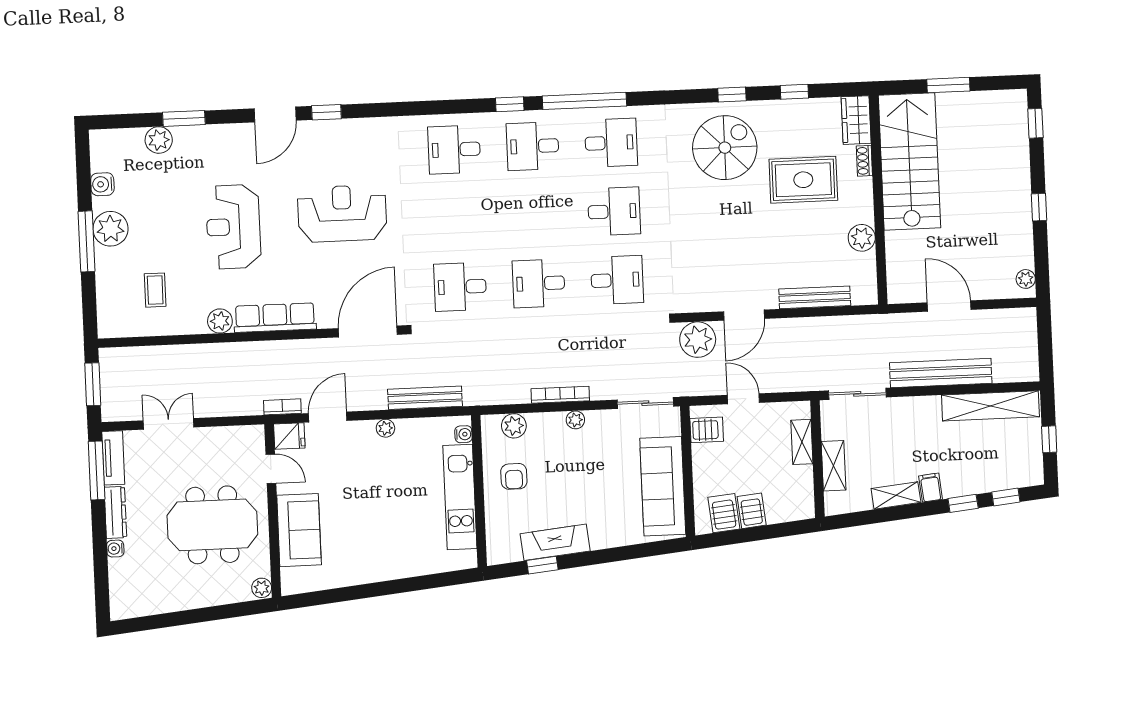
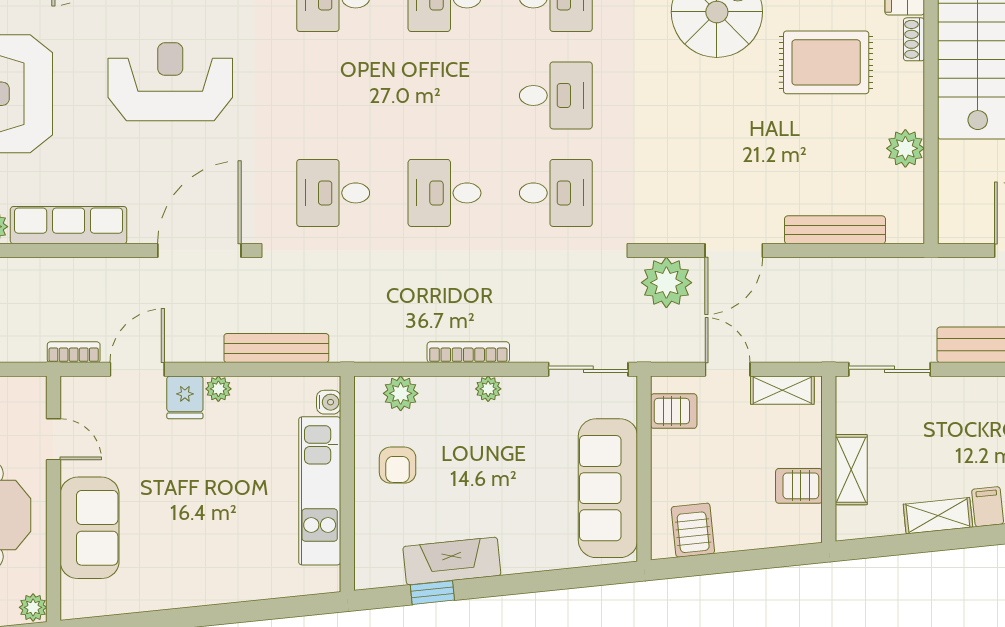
fridge: (289, 436) -> (185, 397), moved, turned 90
shelving: (802, 442) -> (782, 390), moved, turned 90
server rack: (752, 511) -> (799, 486), moved, turned -84

